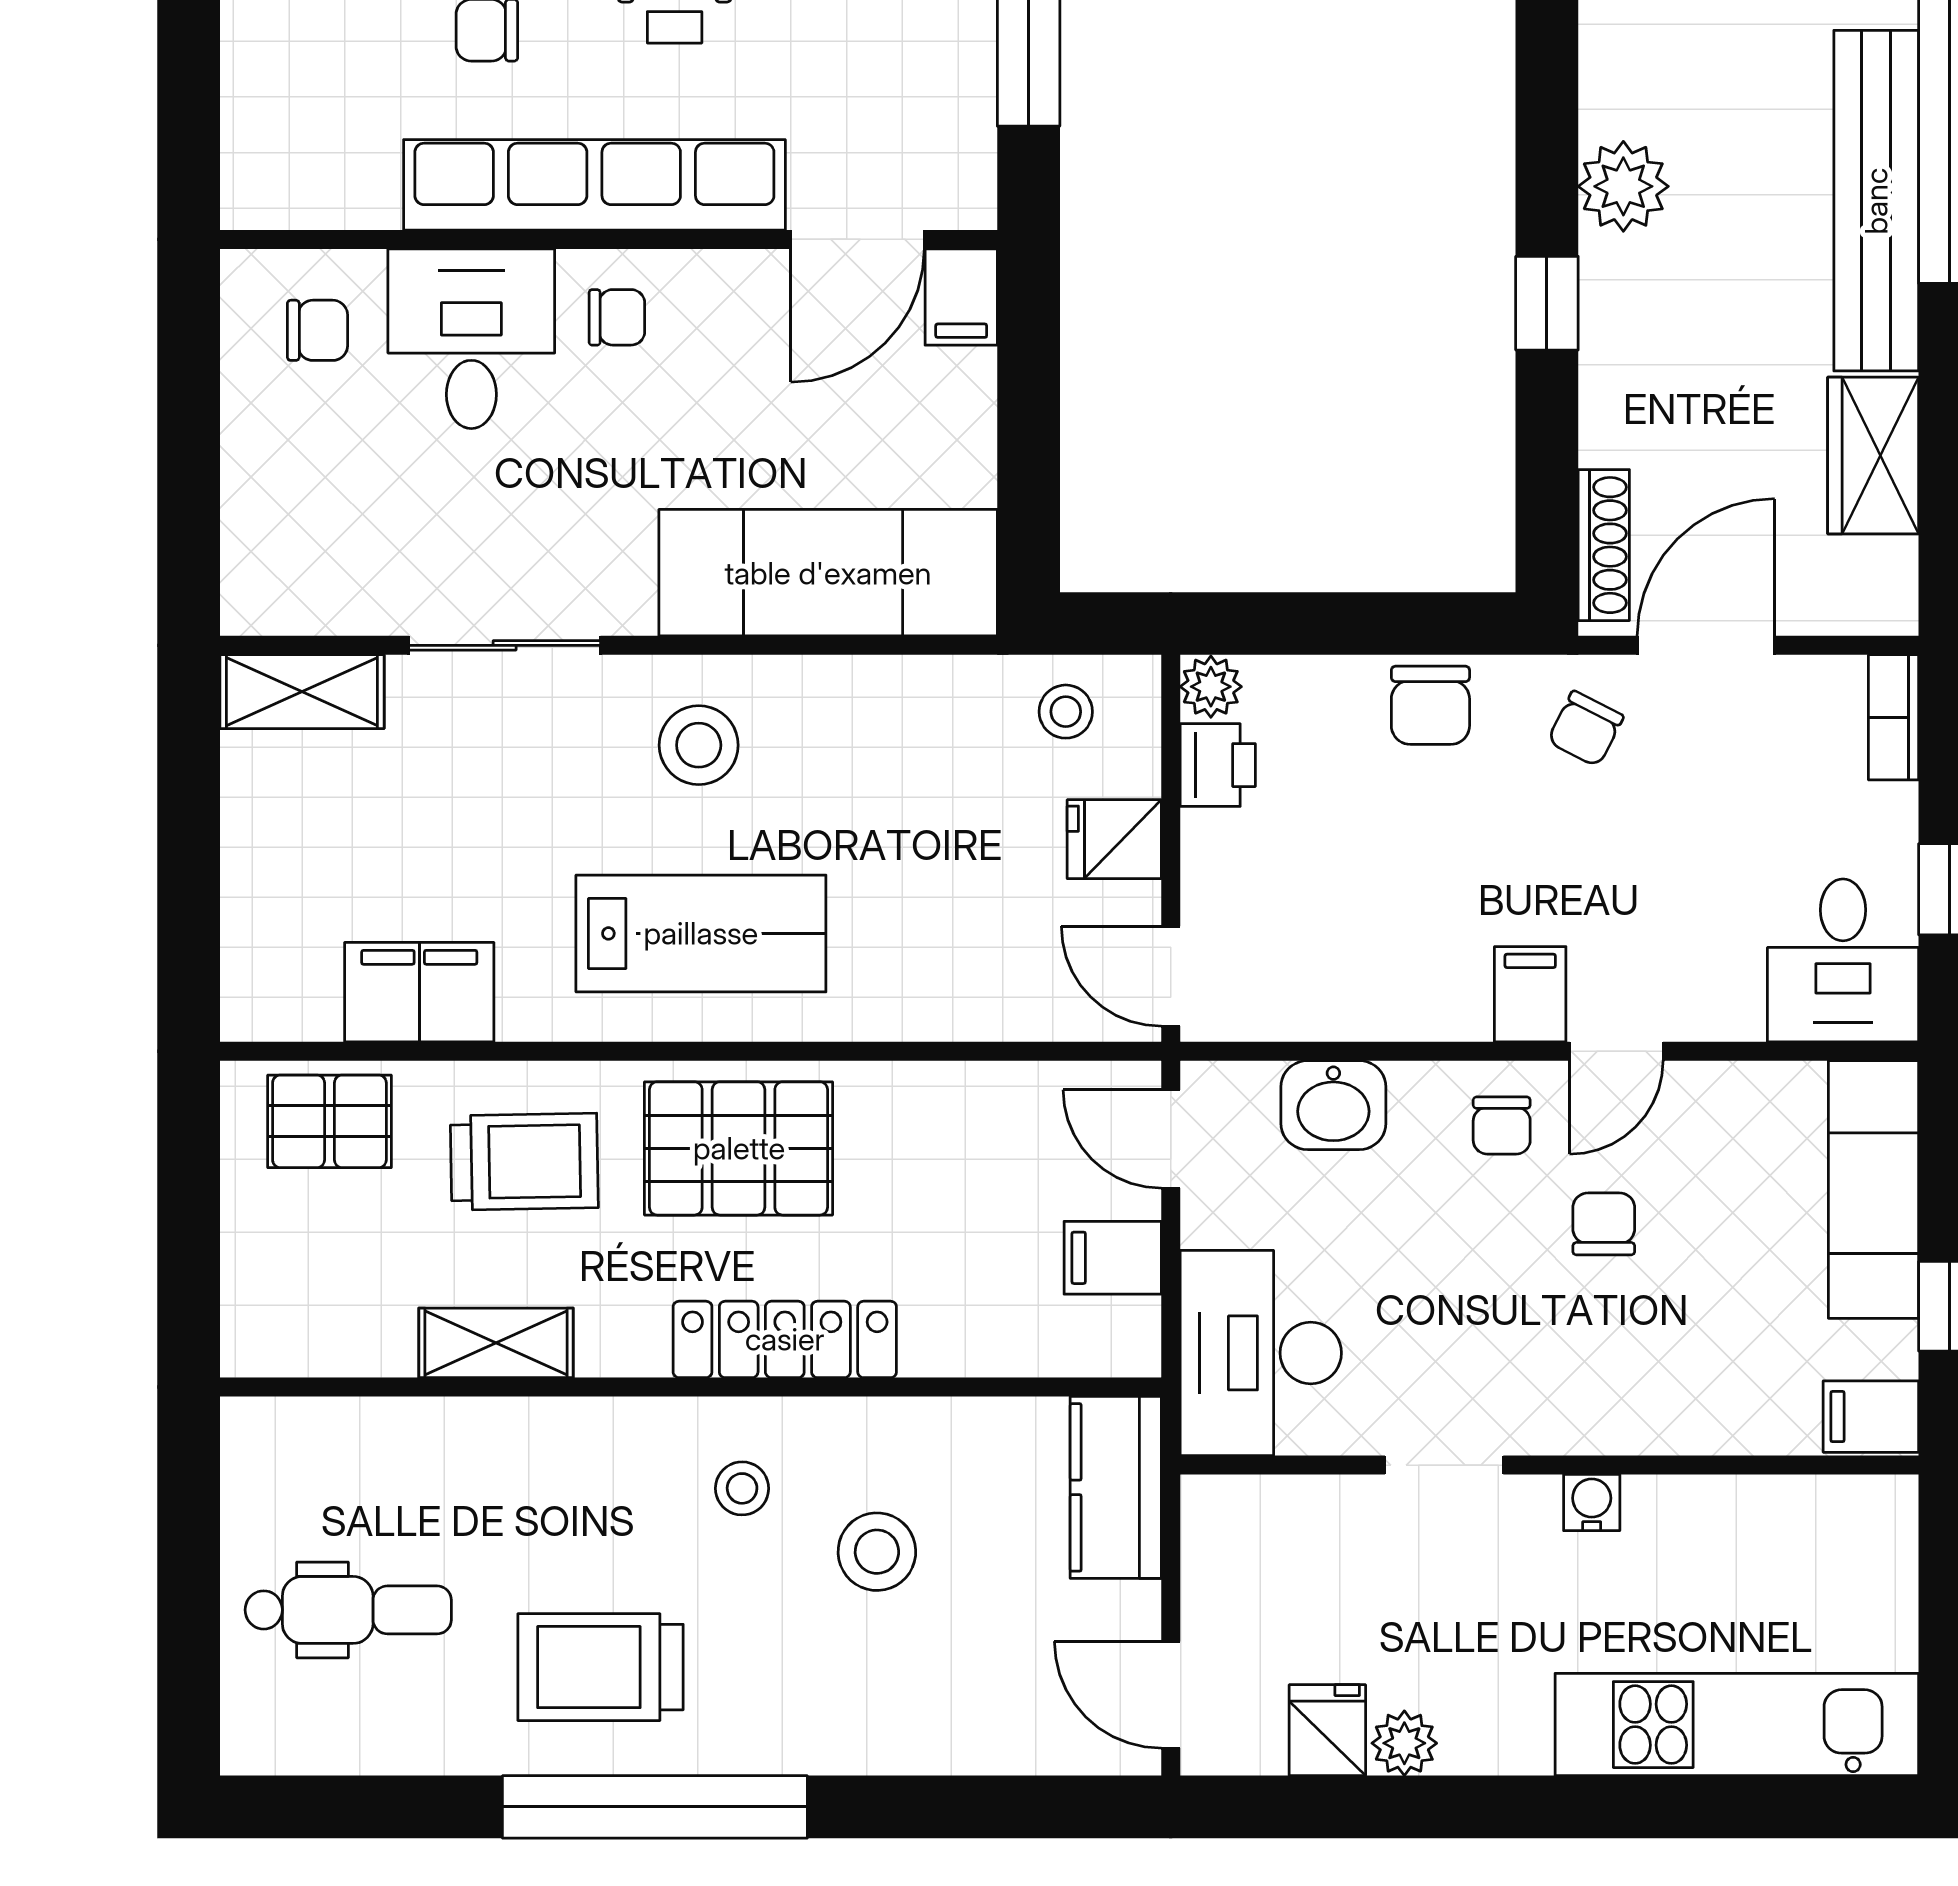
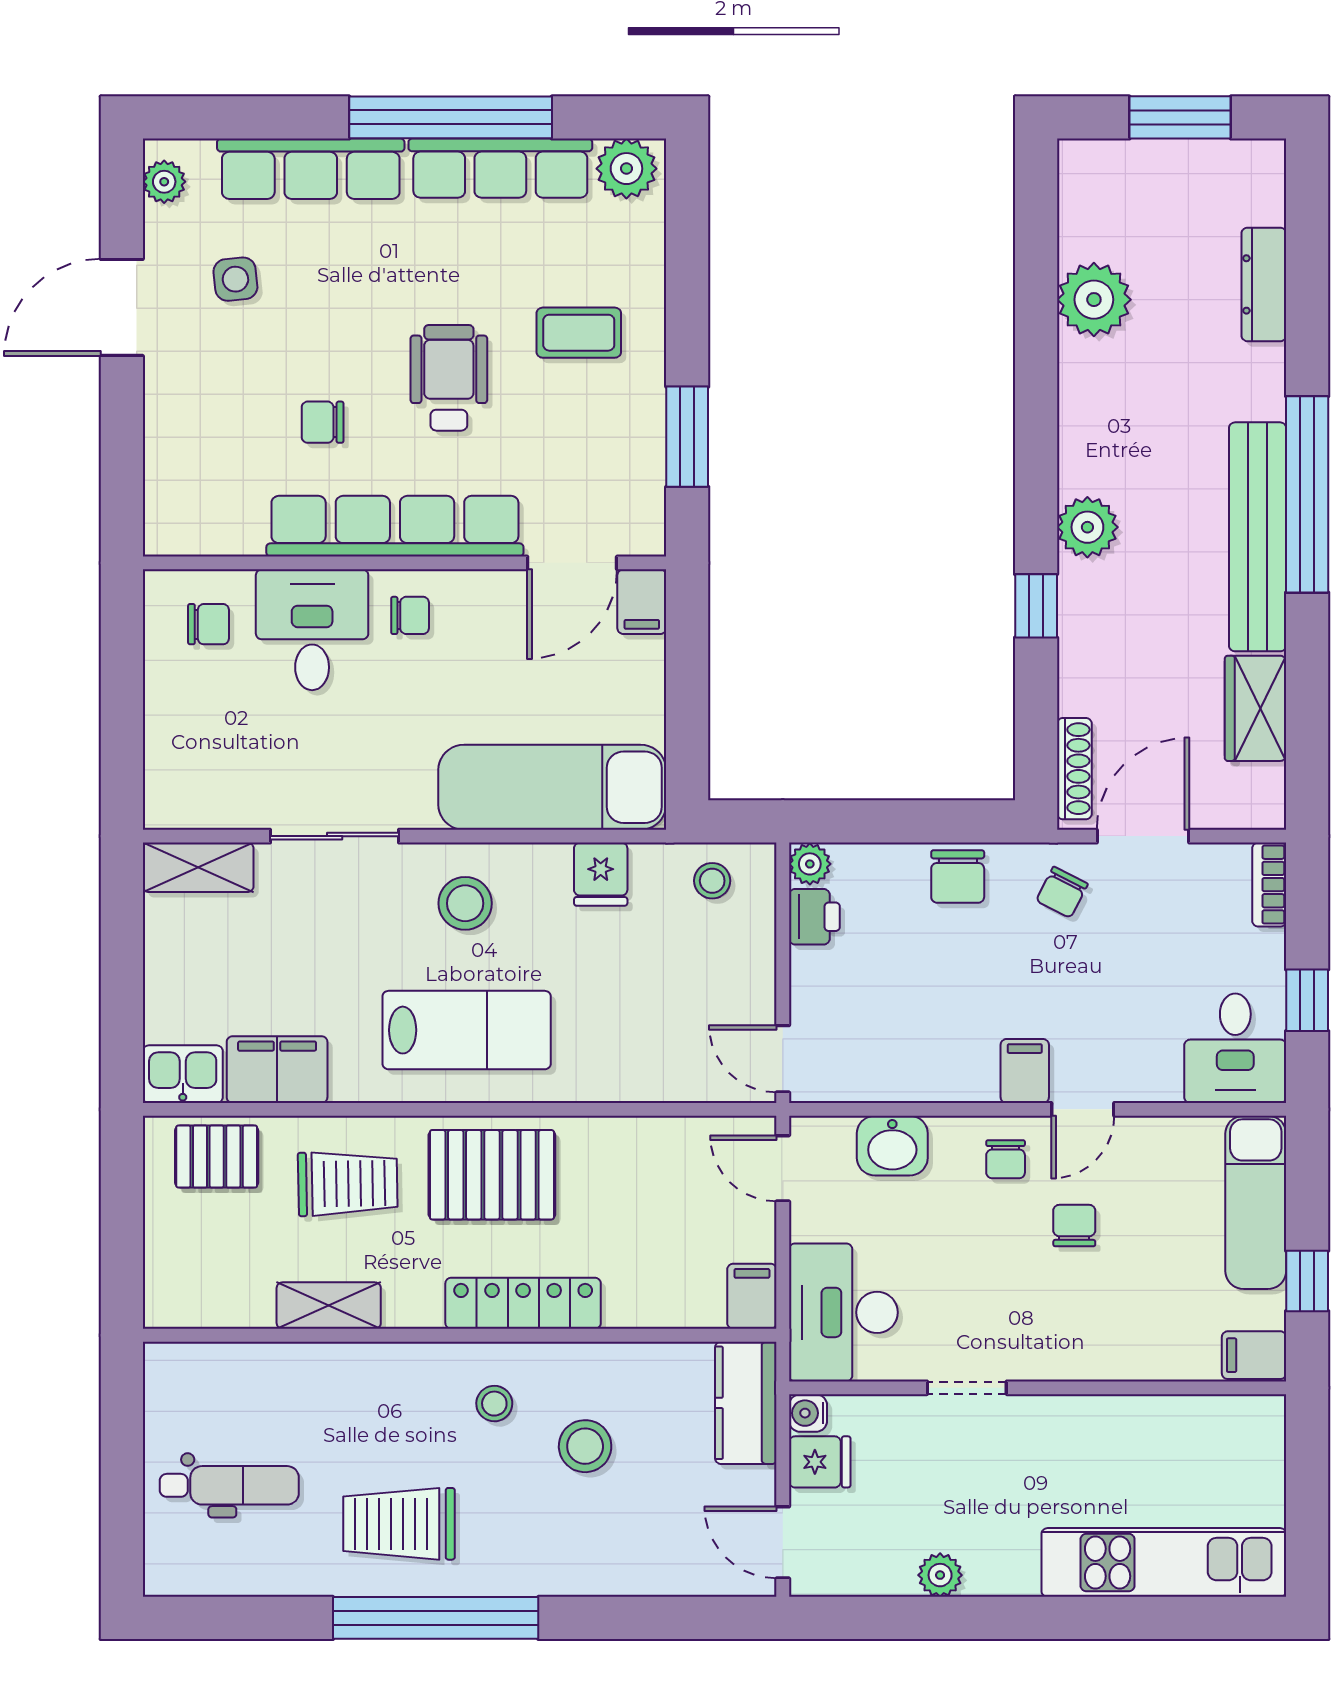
fridge: (1114, 839) -> (601, 874), moved, turned -90
kitchen sink: (279, 999) -> (183, 1074), added
filing cabinet: (1113, 1258) -> (752, 1296), moved, turned 90
water cooler: (1592, 1503) -> (808, 1413), moved, turned -90
fridge: (1327, 1730) -> (820, 1462), moved, turned 90

